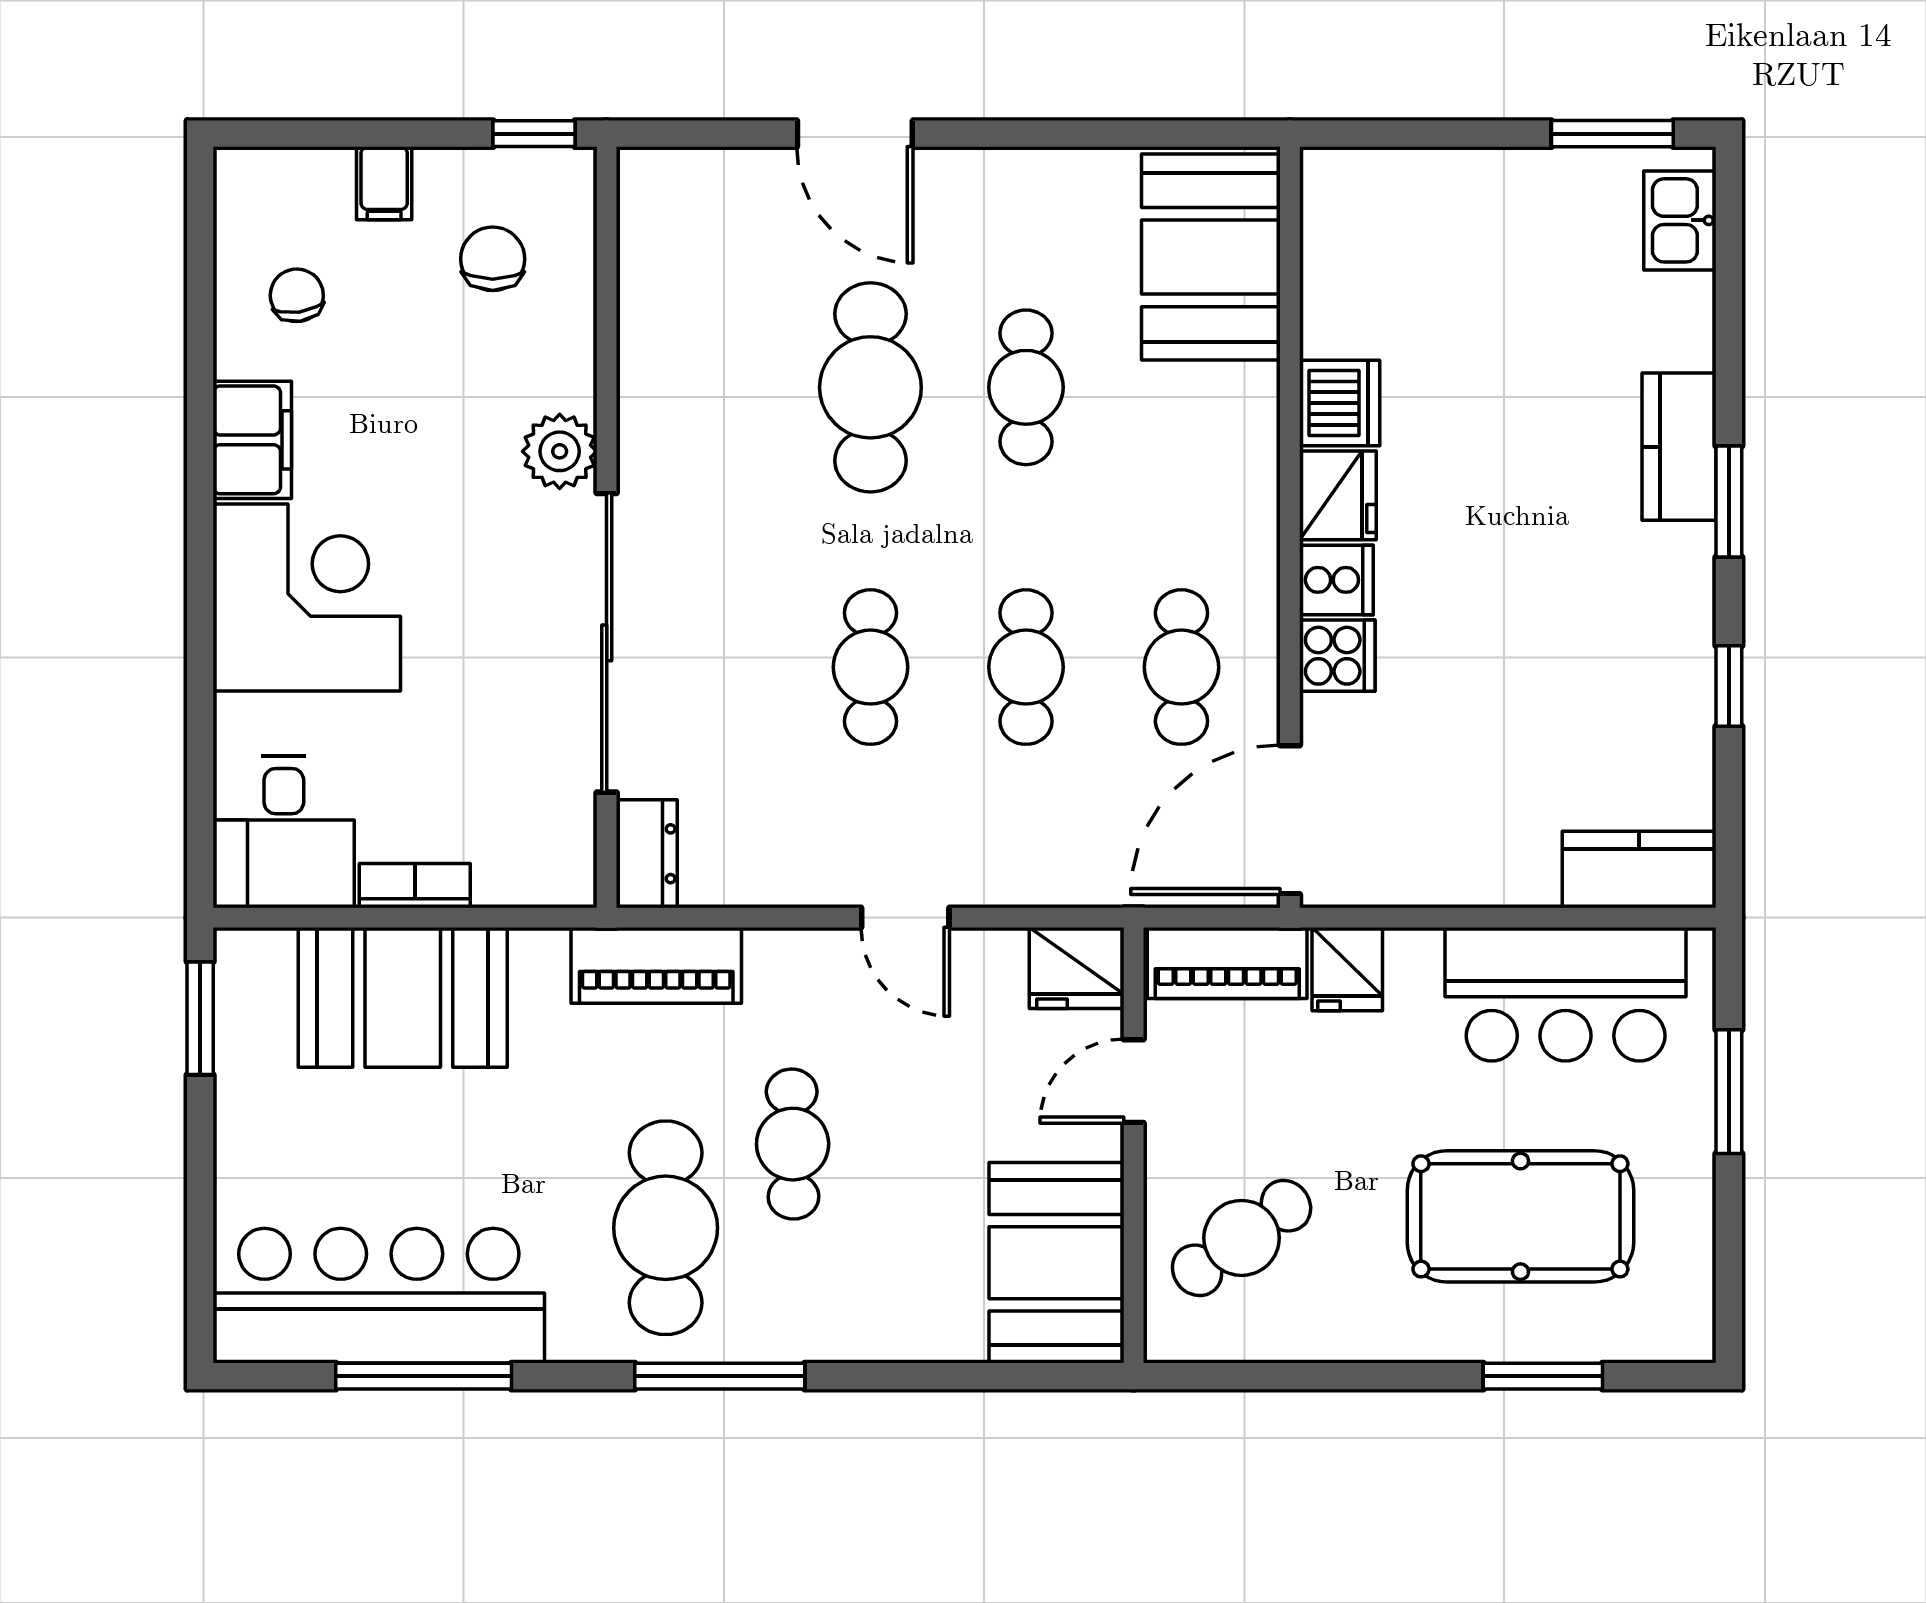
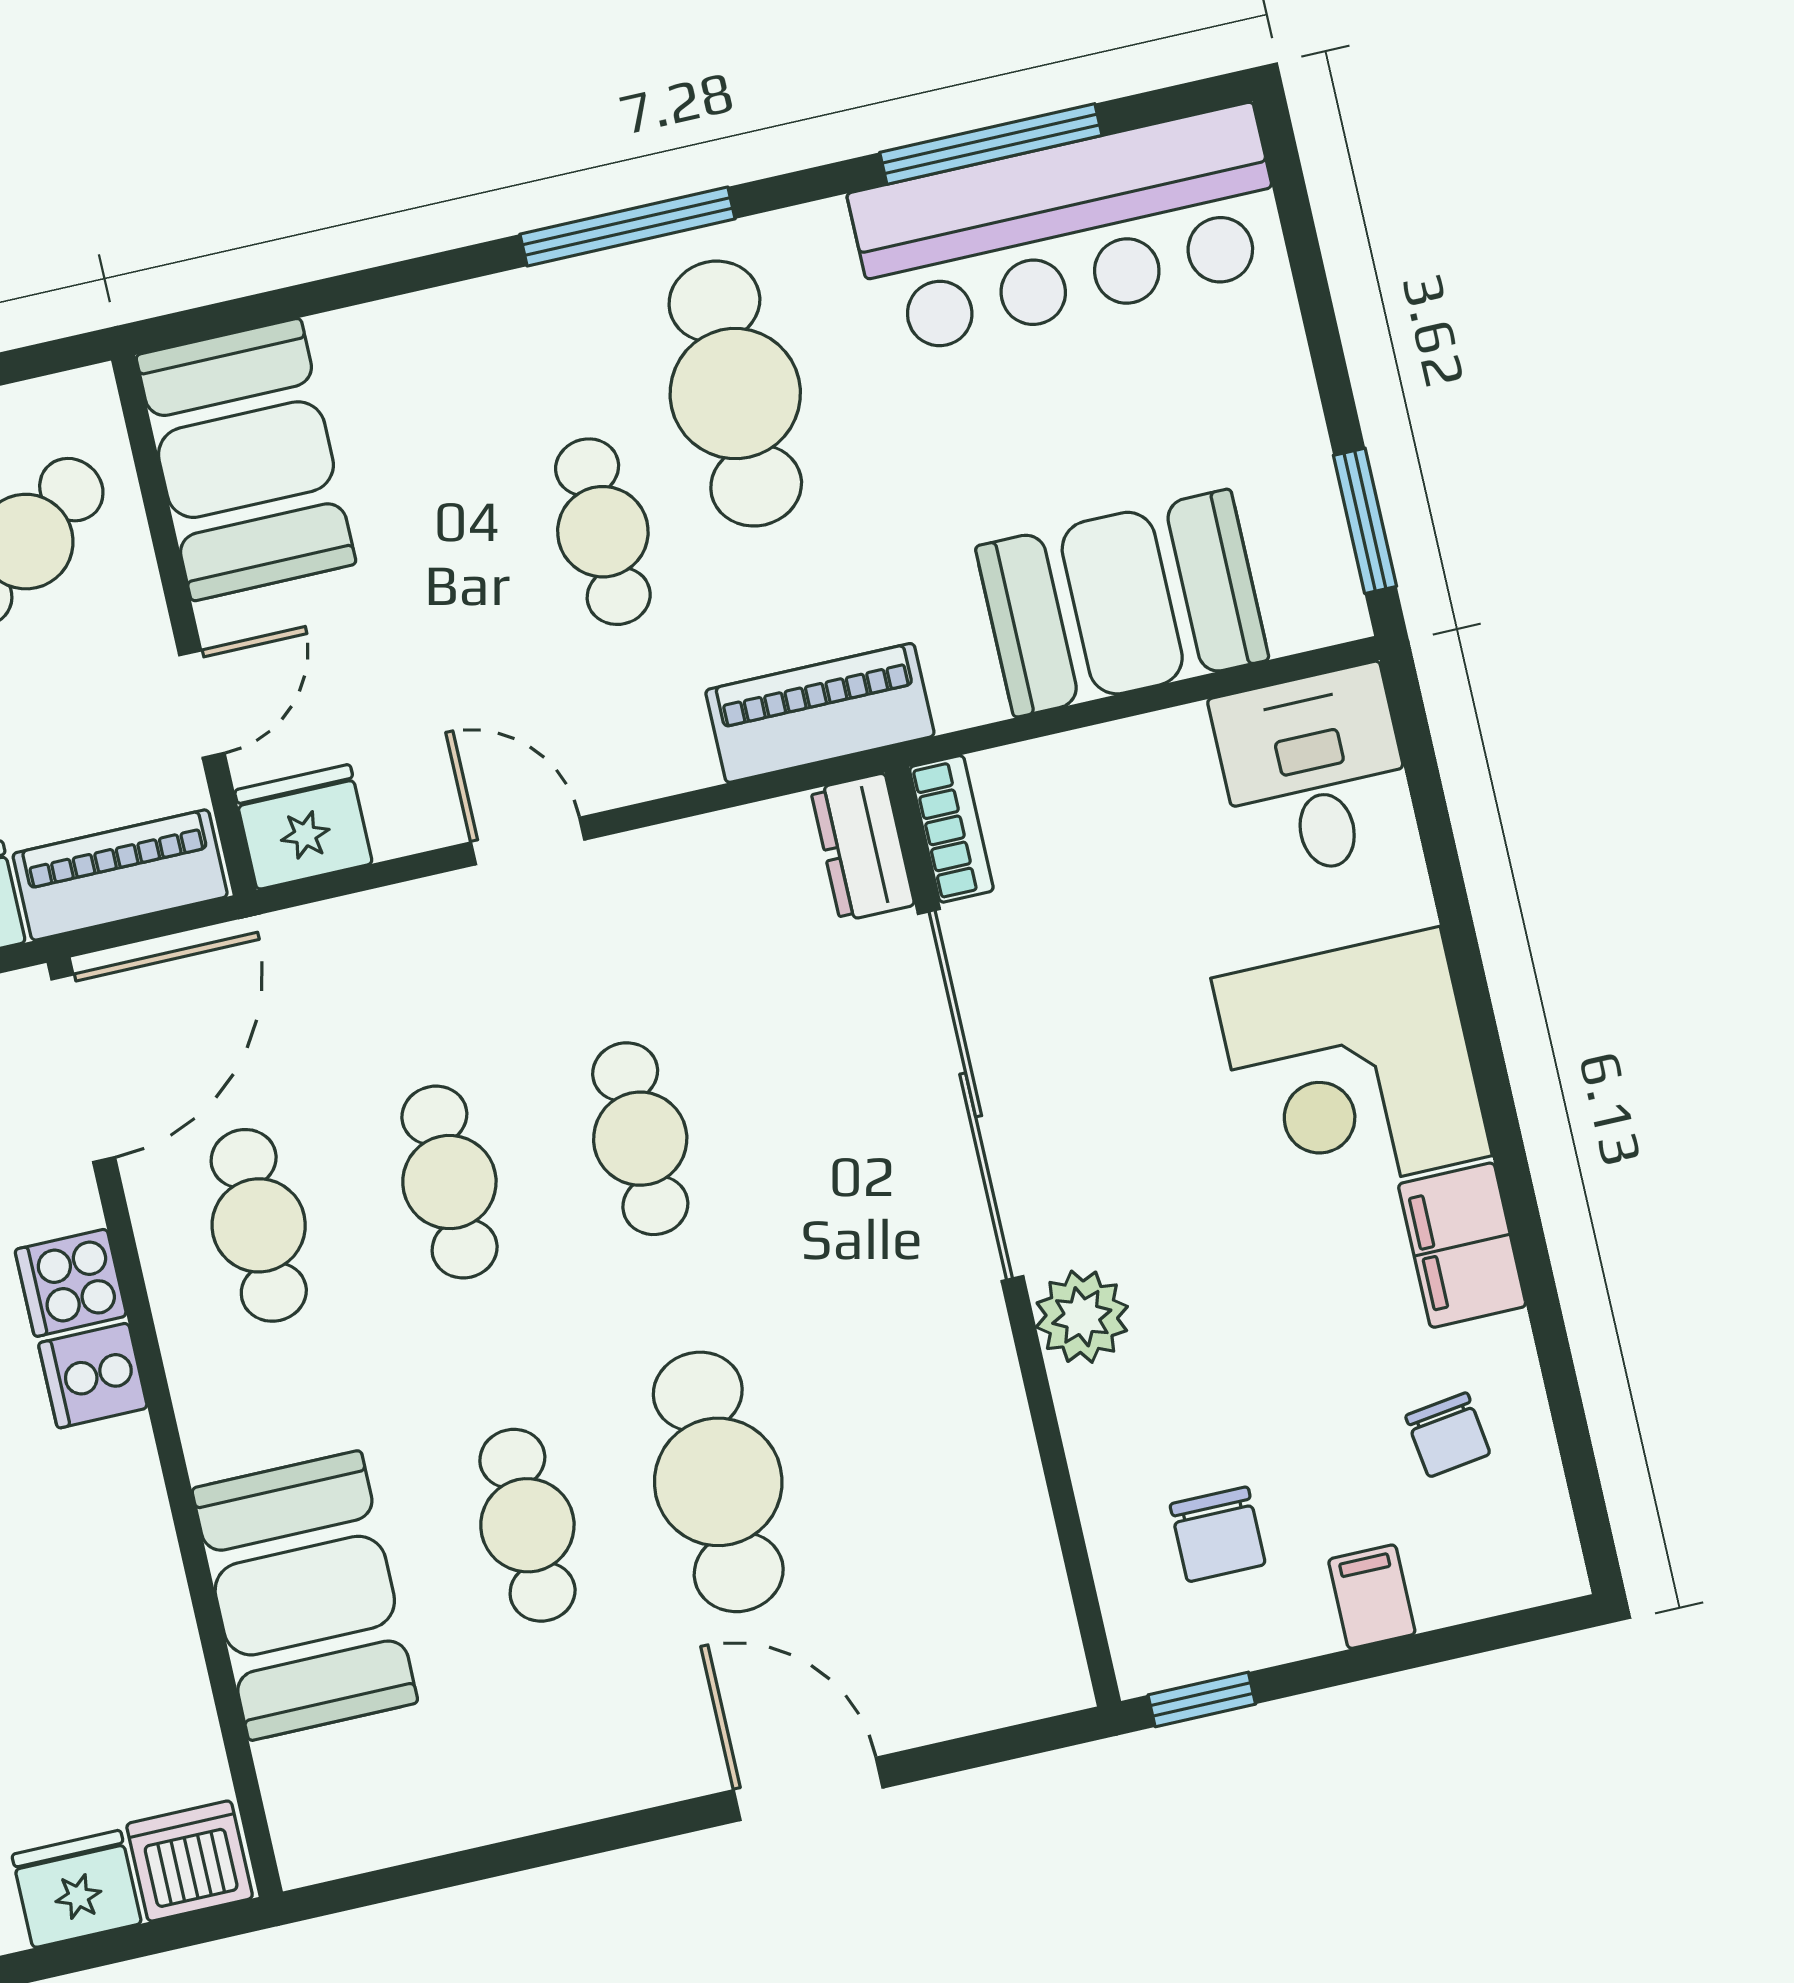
booth: (1211, 257) -> (305, 1596), moved
dishwasher: (1340, 403) -> (190, 1861), moved, turned 90
fridge: (1338, 495) -> (77, 1889), moved, turned 90
bookcase: (415, 886) -> (951, 829), moved, turned -90

